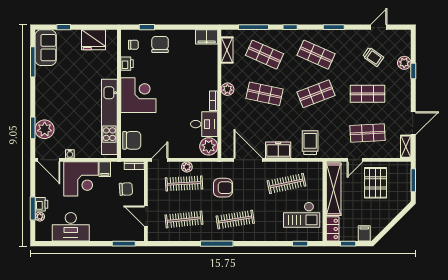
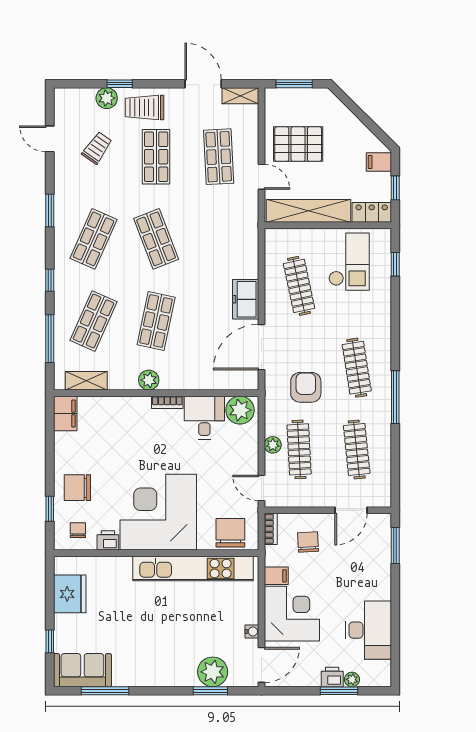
corner desk: (138, 95) -> (158, 512), width x1.36, depth x1.36
trolley: (310, 143) -> (144, 108), moved

